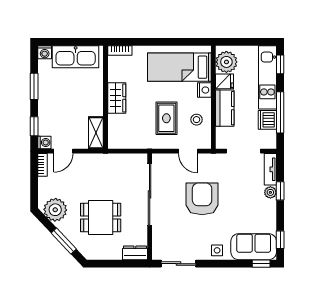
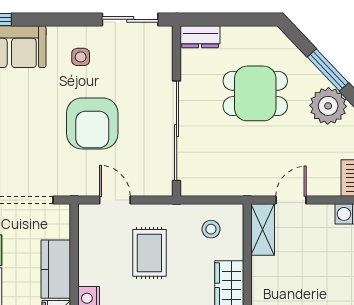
stool: (197, 120) -> (211, 229), moved
door: (63, 151) -> (291, 200), moved
window: (64, 241) -> (328, 70), moved
side table: (217, 250) -> (81, 57), moved

